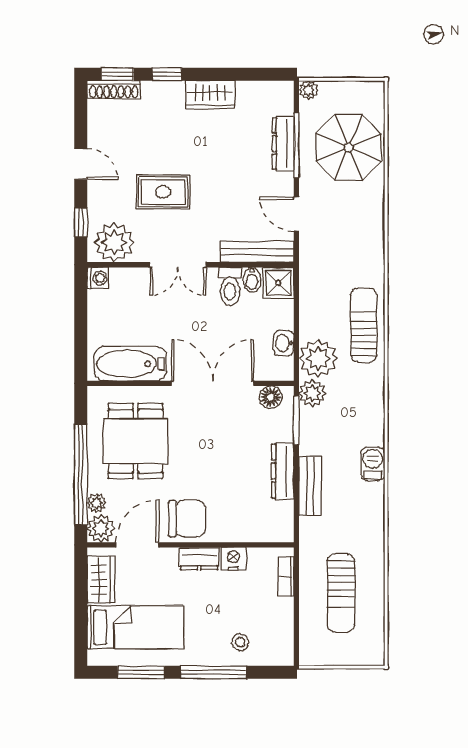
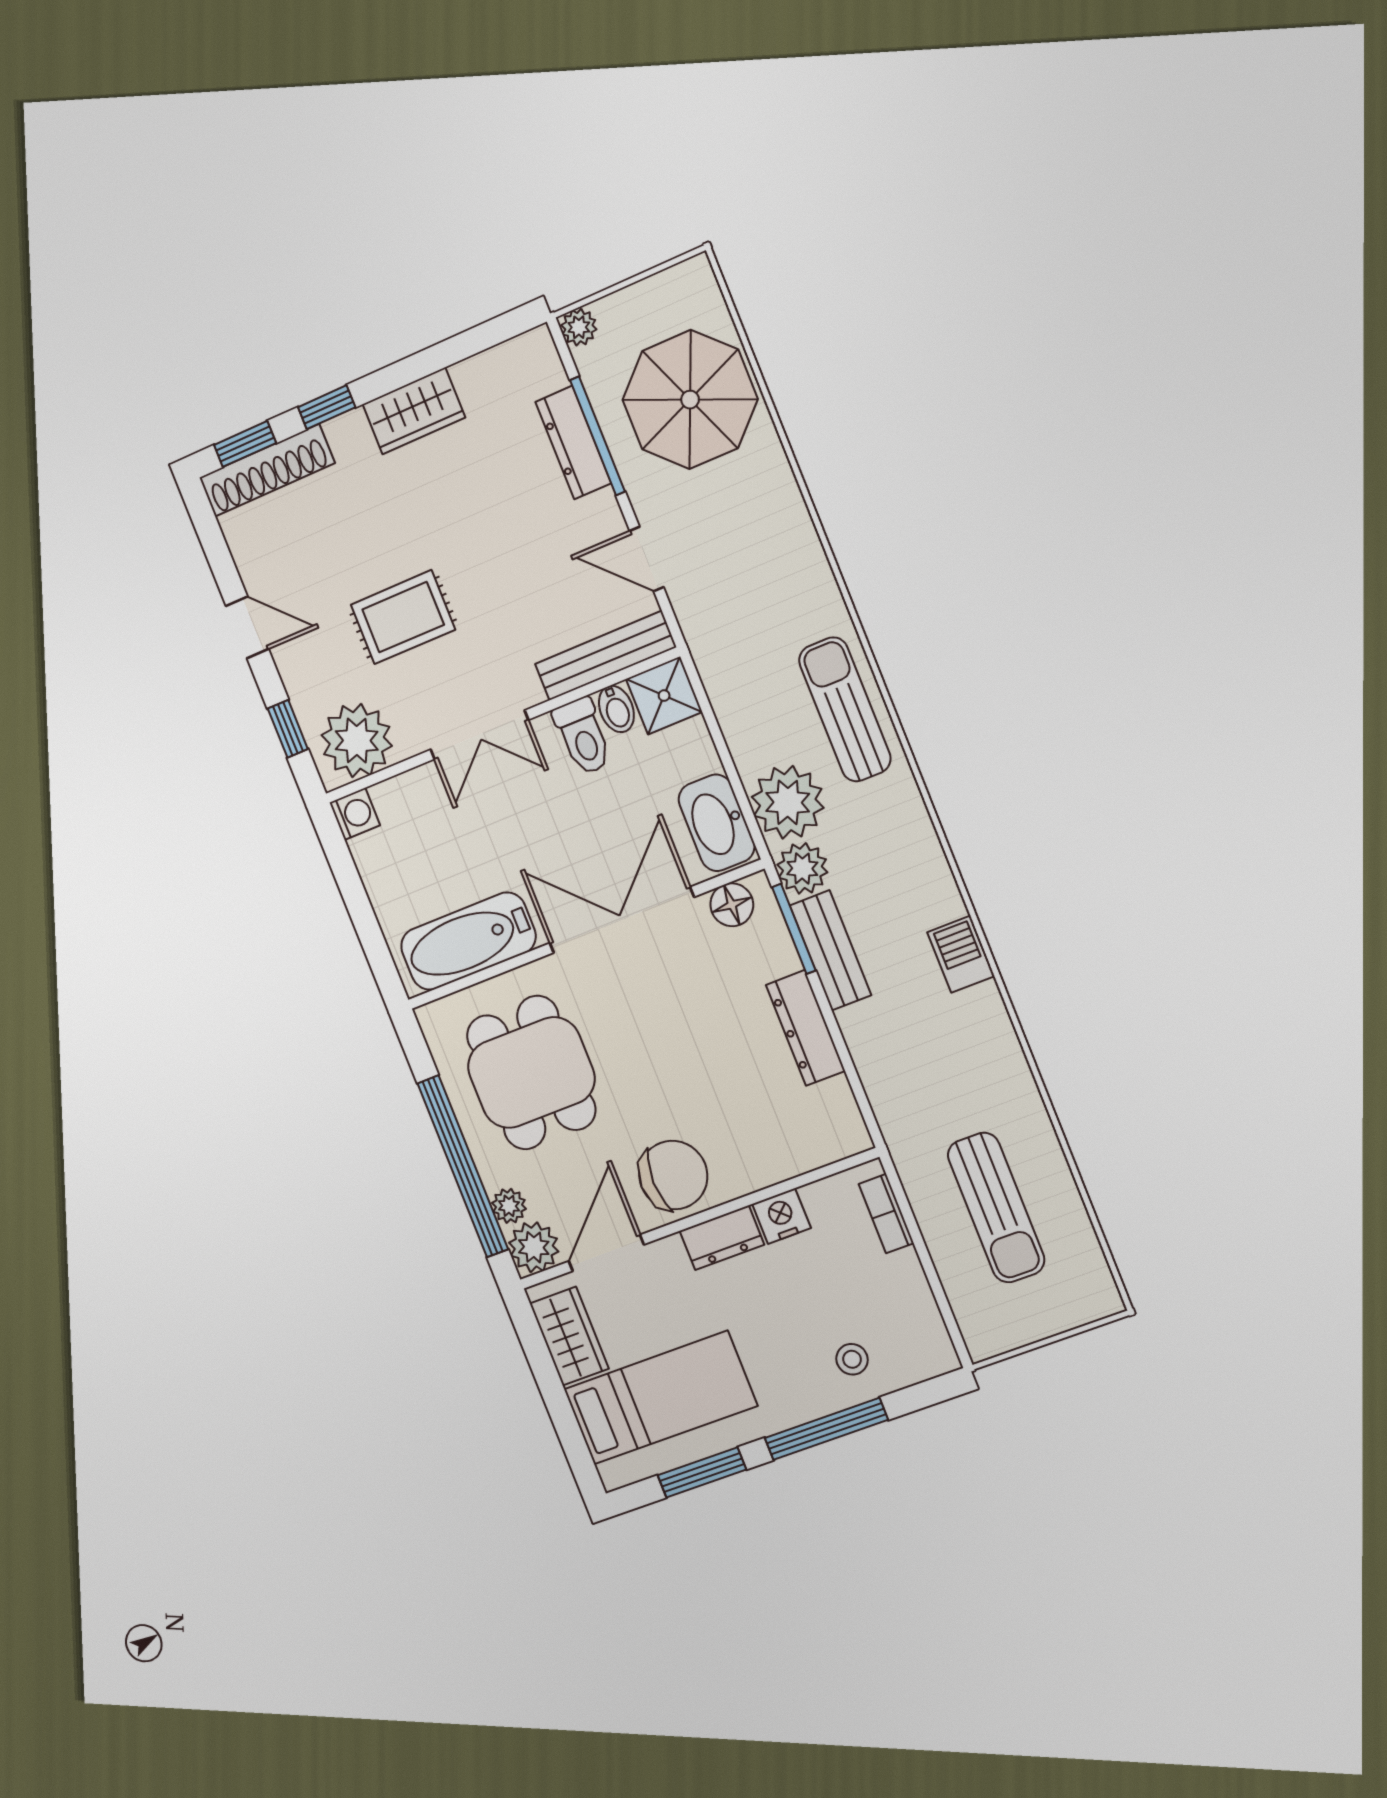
shoe rack: (114, 90) -> (267, 470), width x1.36, depth x1.24
washbasin: (284, 343) -> (717, 823), width x1.91, depth x1.45
bench: (310, 486) -> (830, 950), moved

